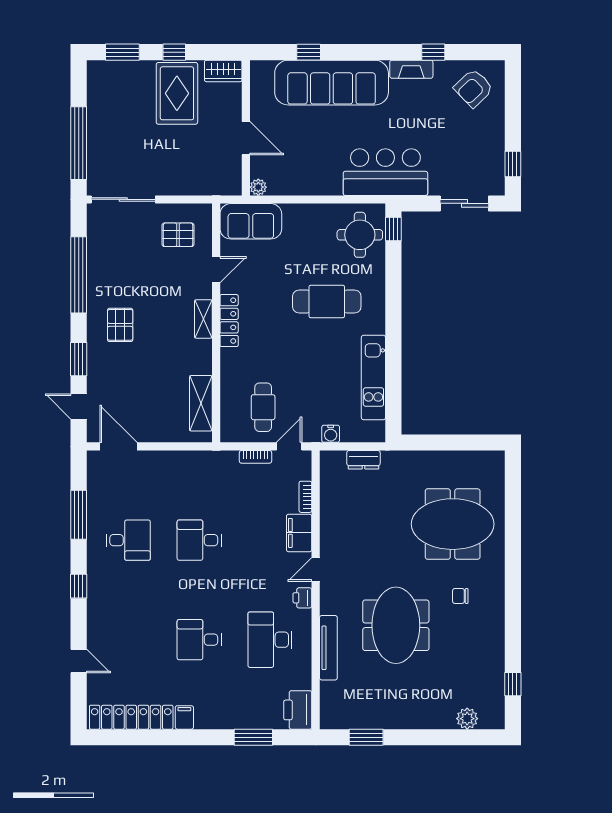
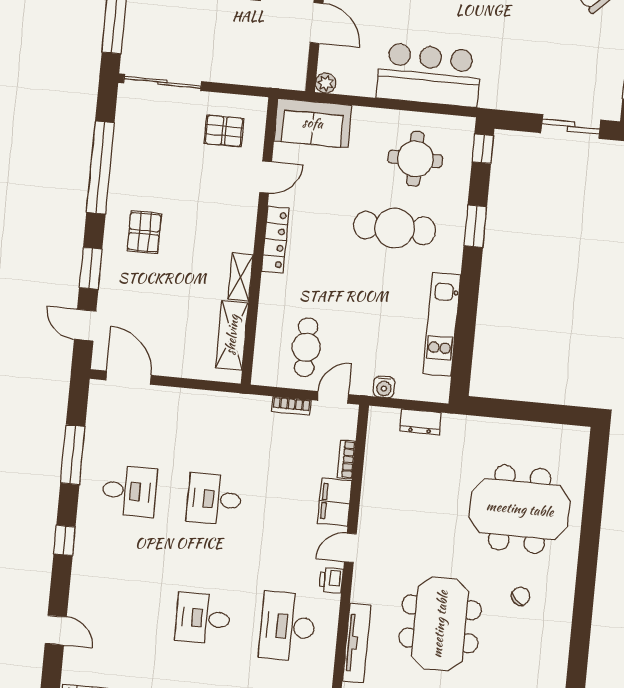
bar counter: (385, 172) -> (429, 75), moved
round table: (360, 235) -> (415, 159), moved
window: (393, 294) -> (475, 226), added
shelving: (203, 319) -> (241, 277), moved
chair: (460, 596) -> (521, 596), turned 137

